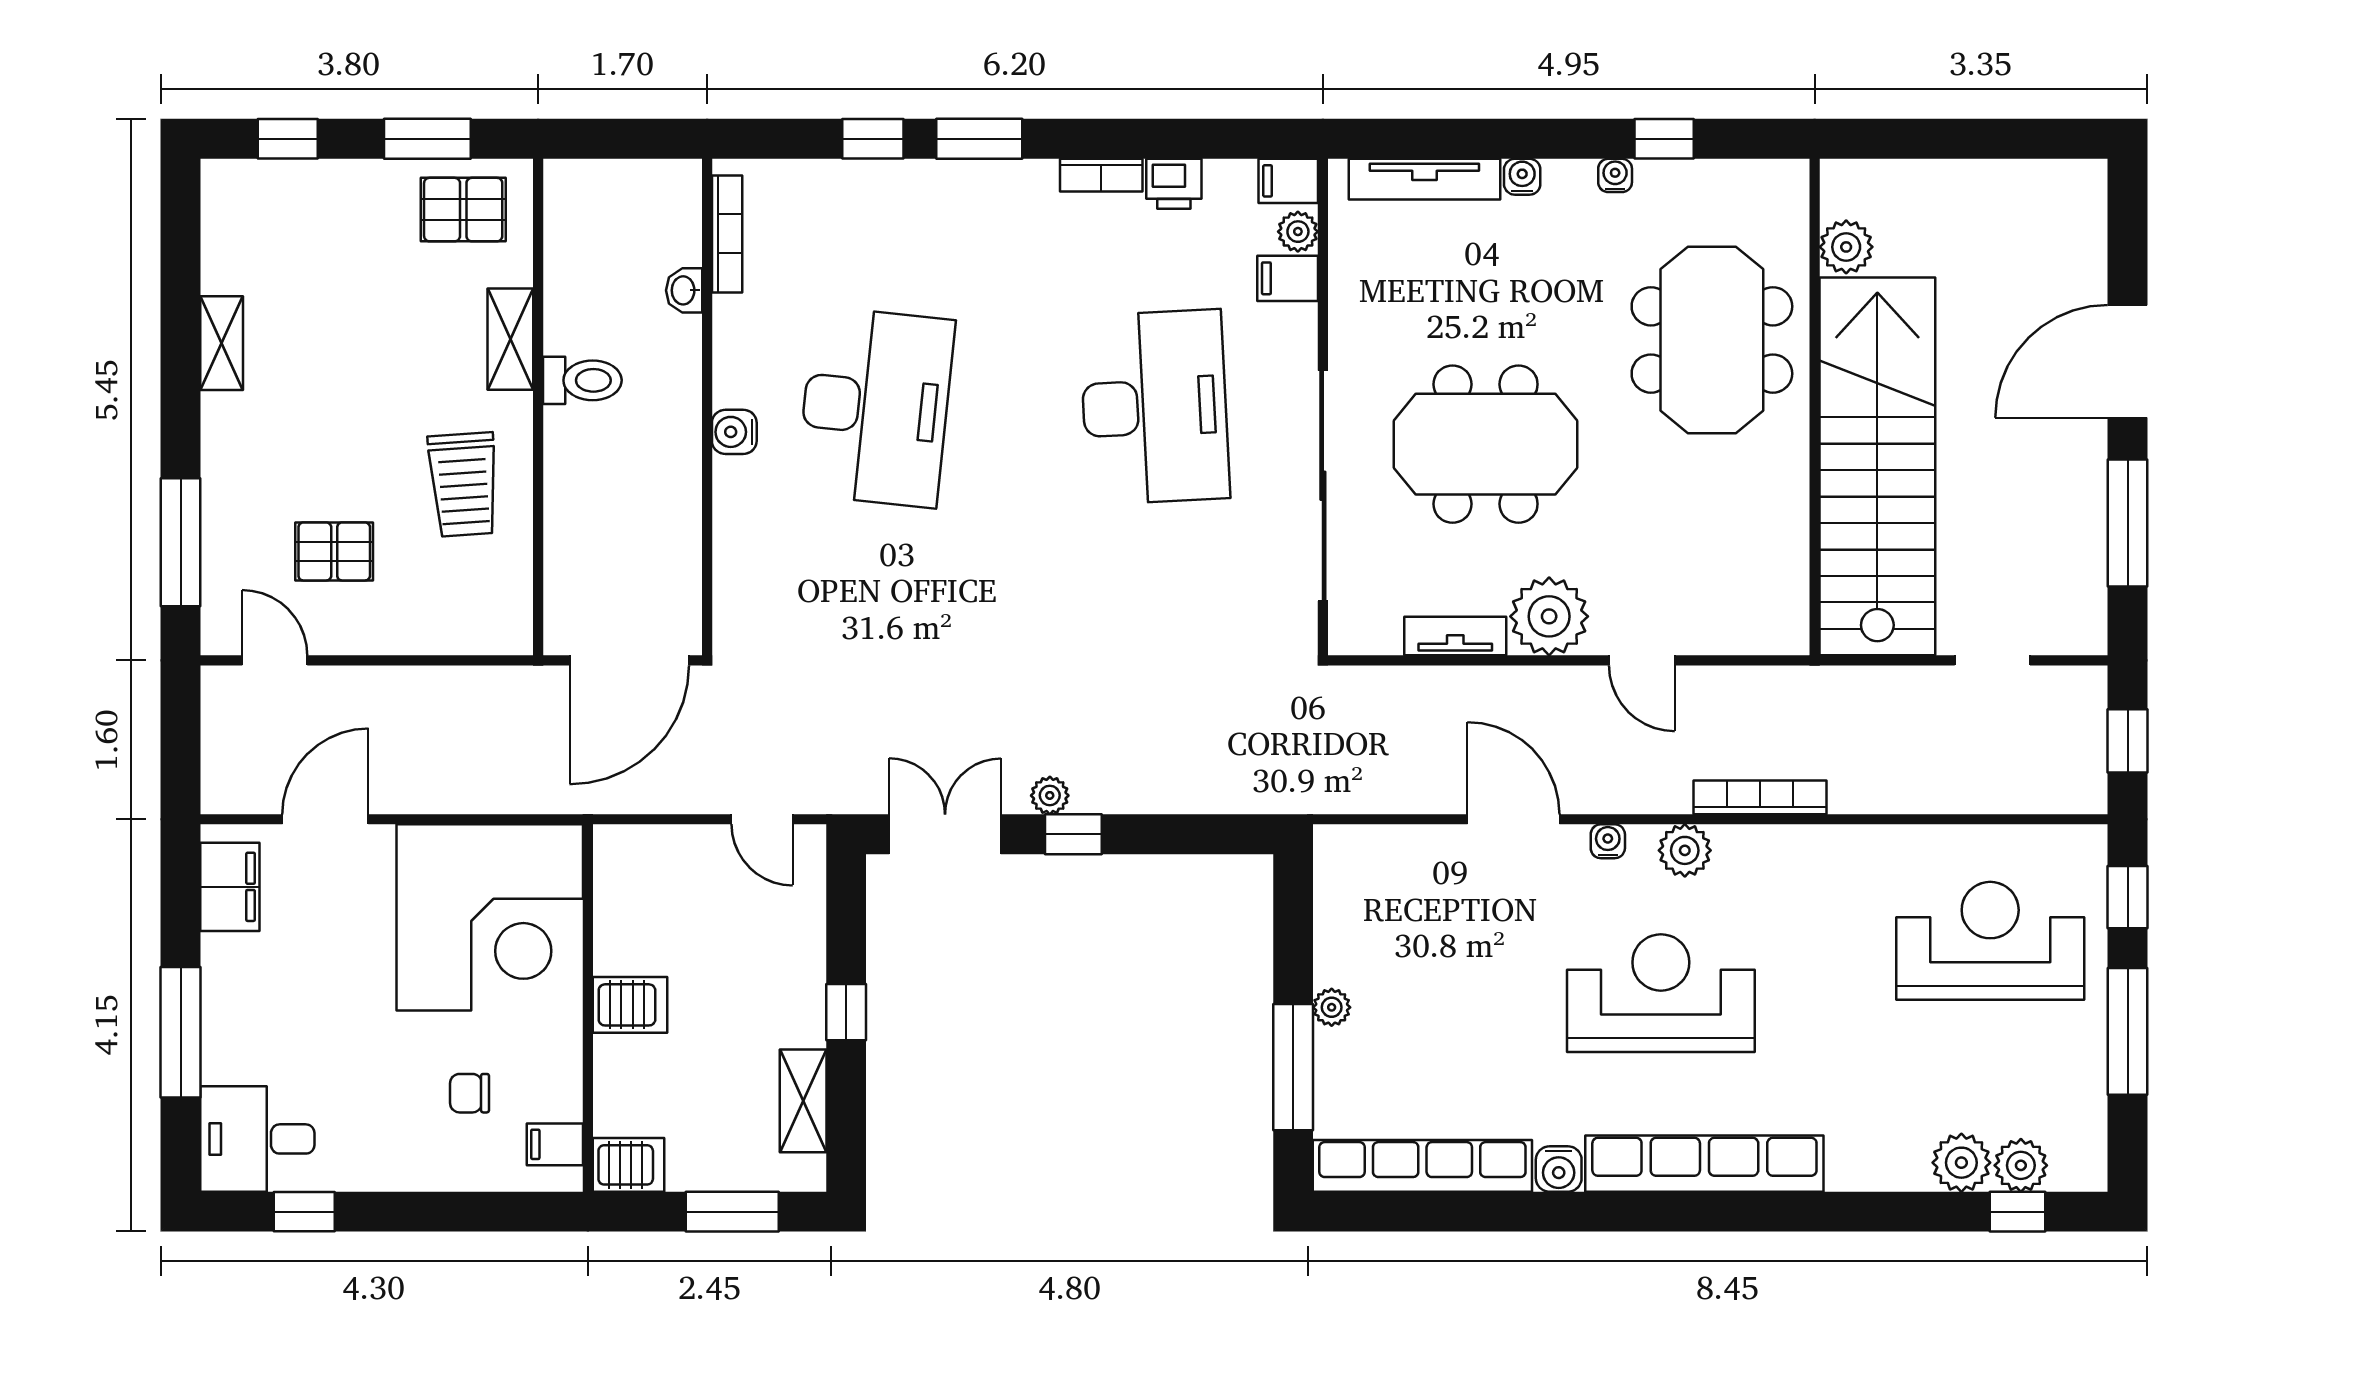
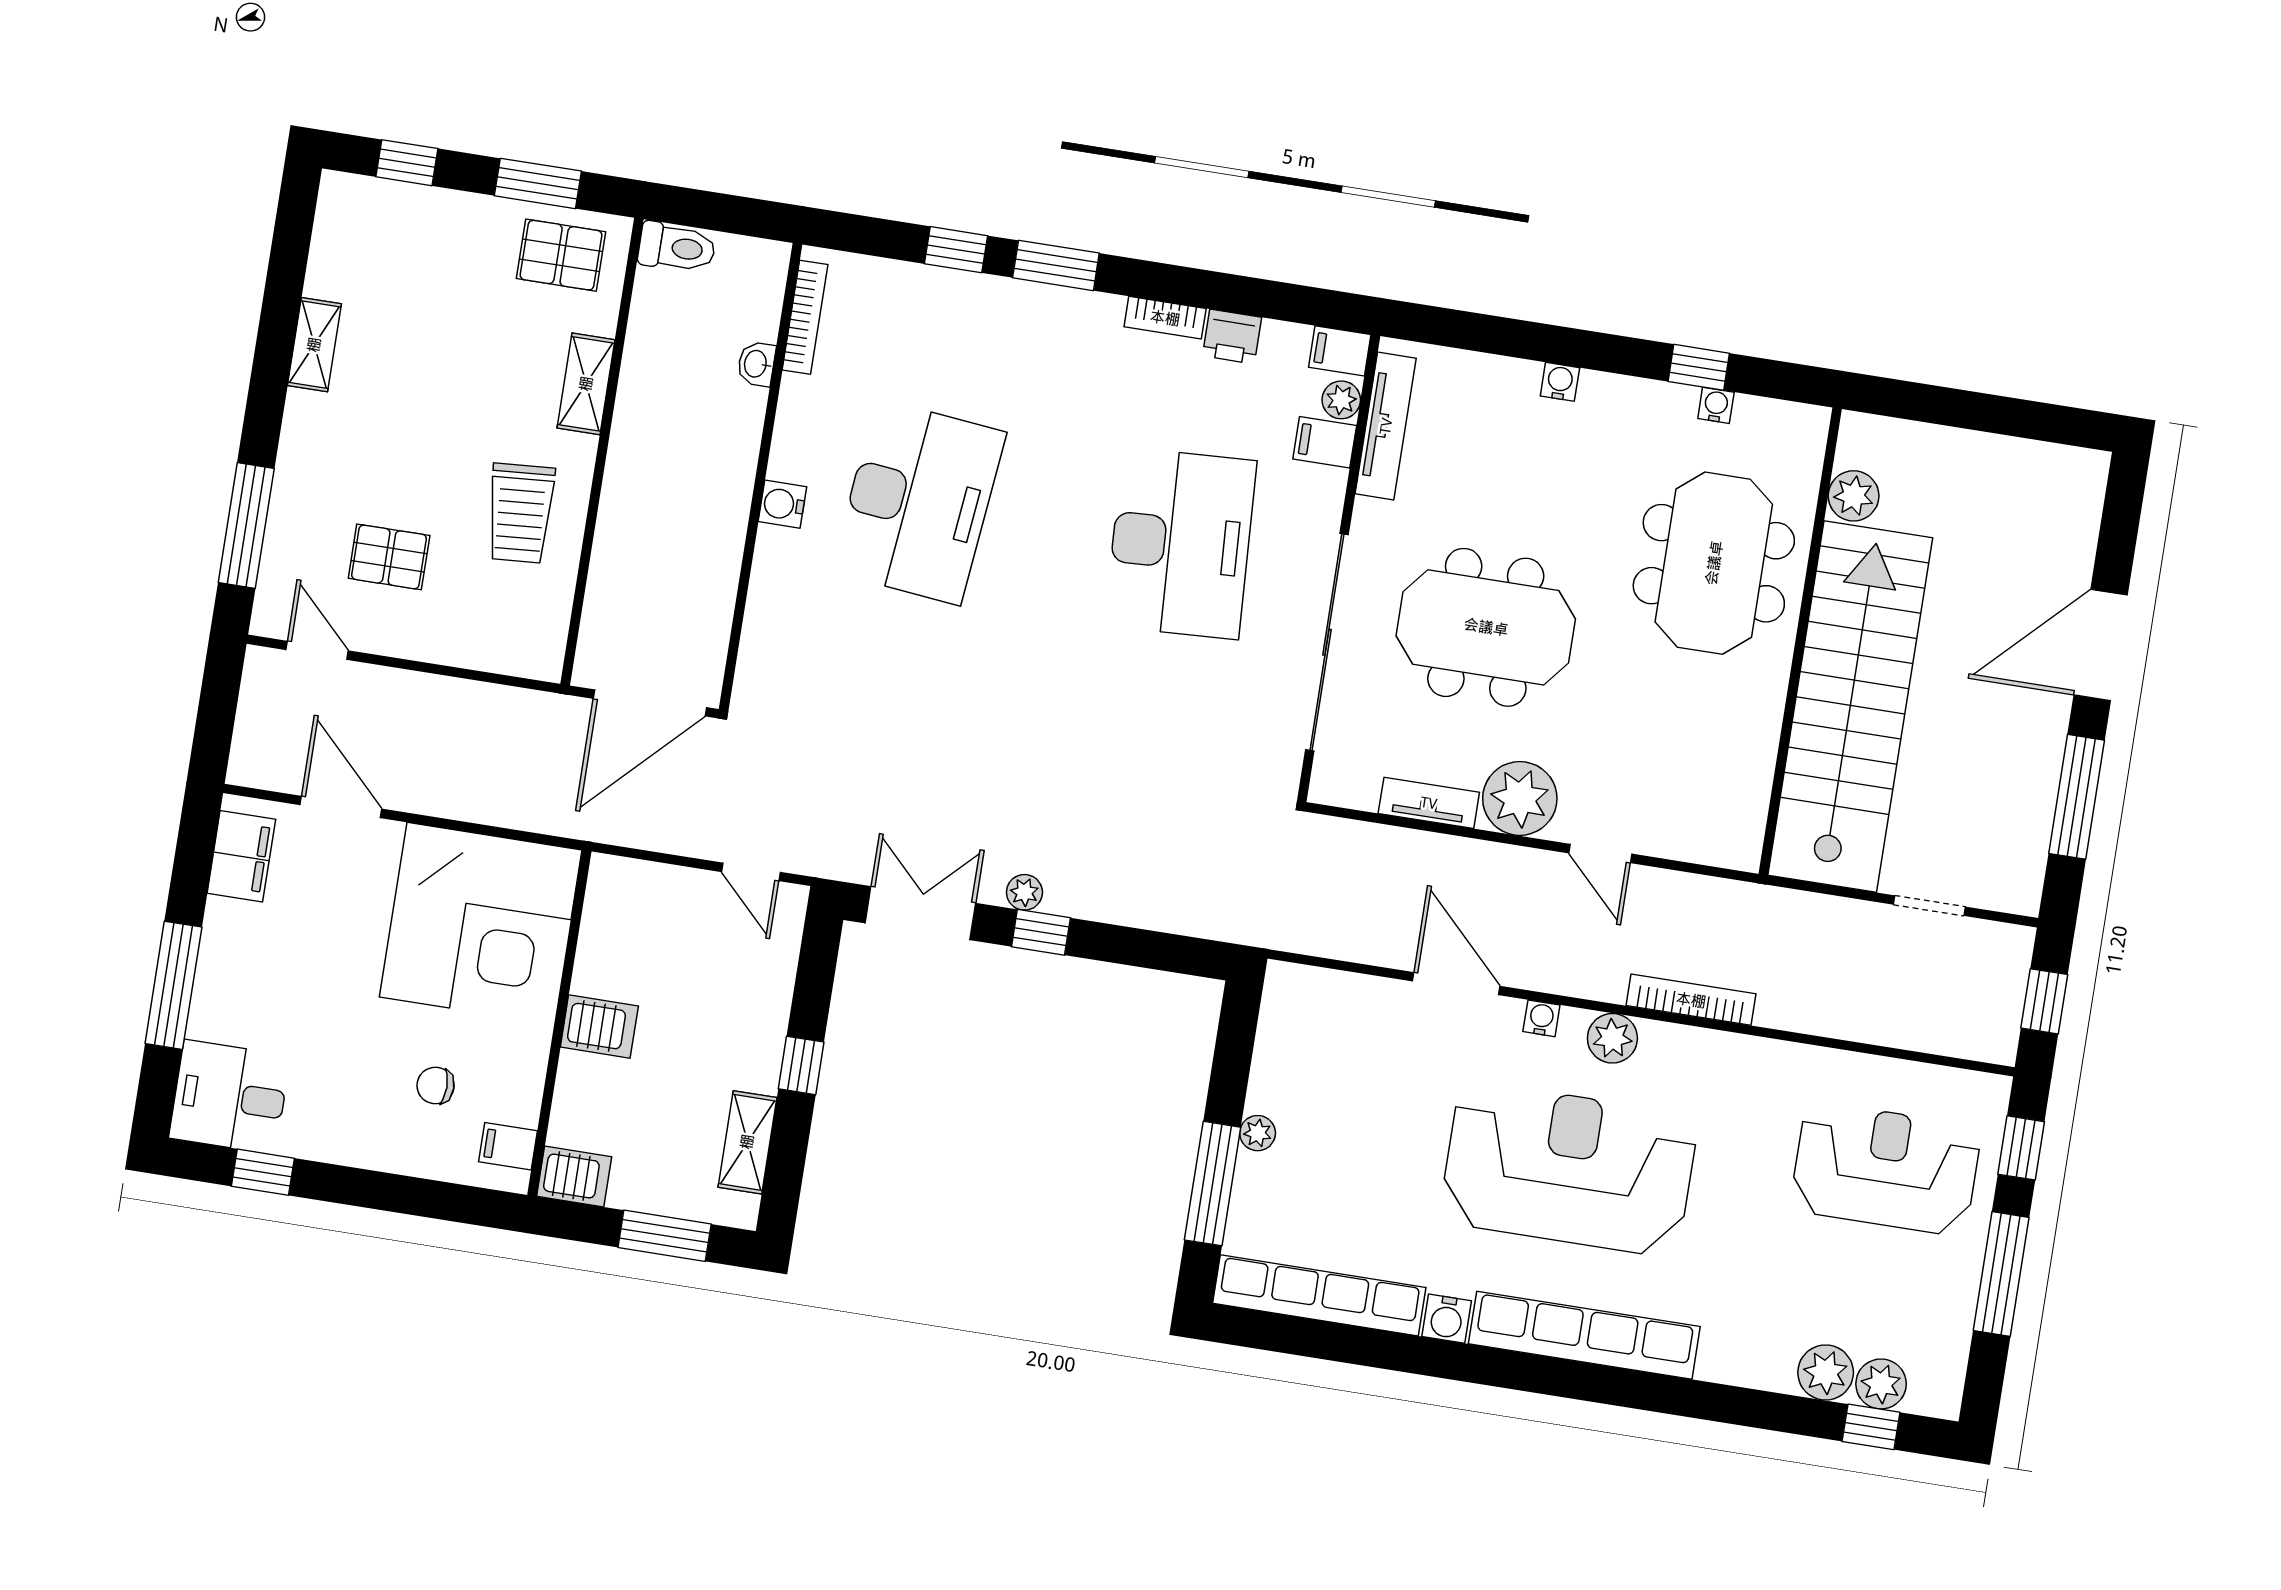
water cooler: (1615, 175) -> (1716, 405), moved
tv unit: (1424, 179) -> (1386, 426), moved, turned -90
toilet: (582, 380) -> (677, 247), moved
door: (325, 819) -> (341, 807), hinge flipped
reception desk: (1661, 993) -> (1569, 1169), width x1.36, depth x1.30

